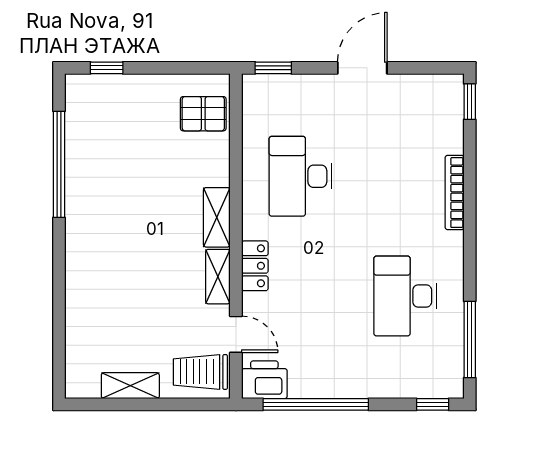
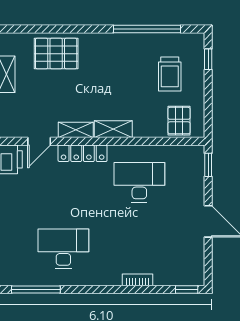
bookcase: (455, 193) -> (138, 280), width x0.64
locker: (255, 266) -> (83, 153), width x1.53
pallet: (98, 307) -> (56, 54), added
trolley: (200, 372) -> (170, 74), moved, turned 180

